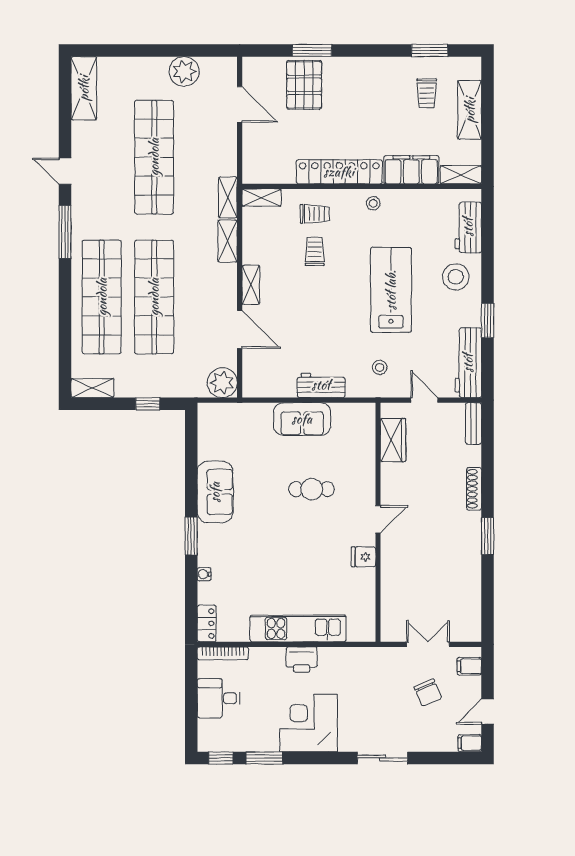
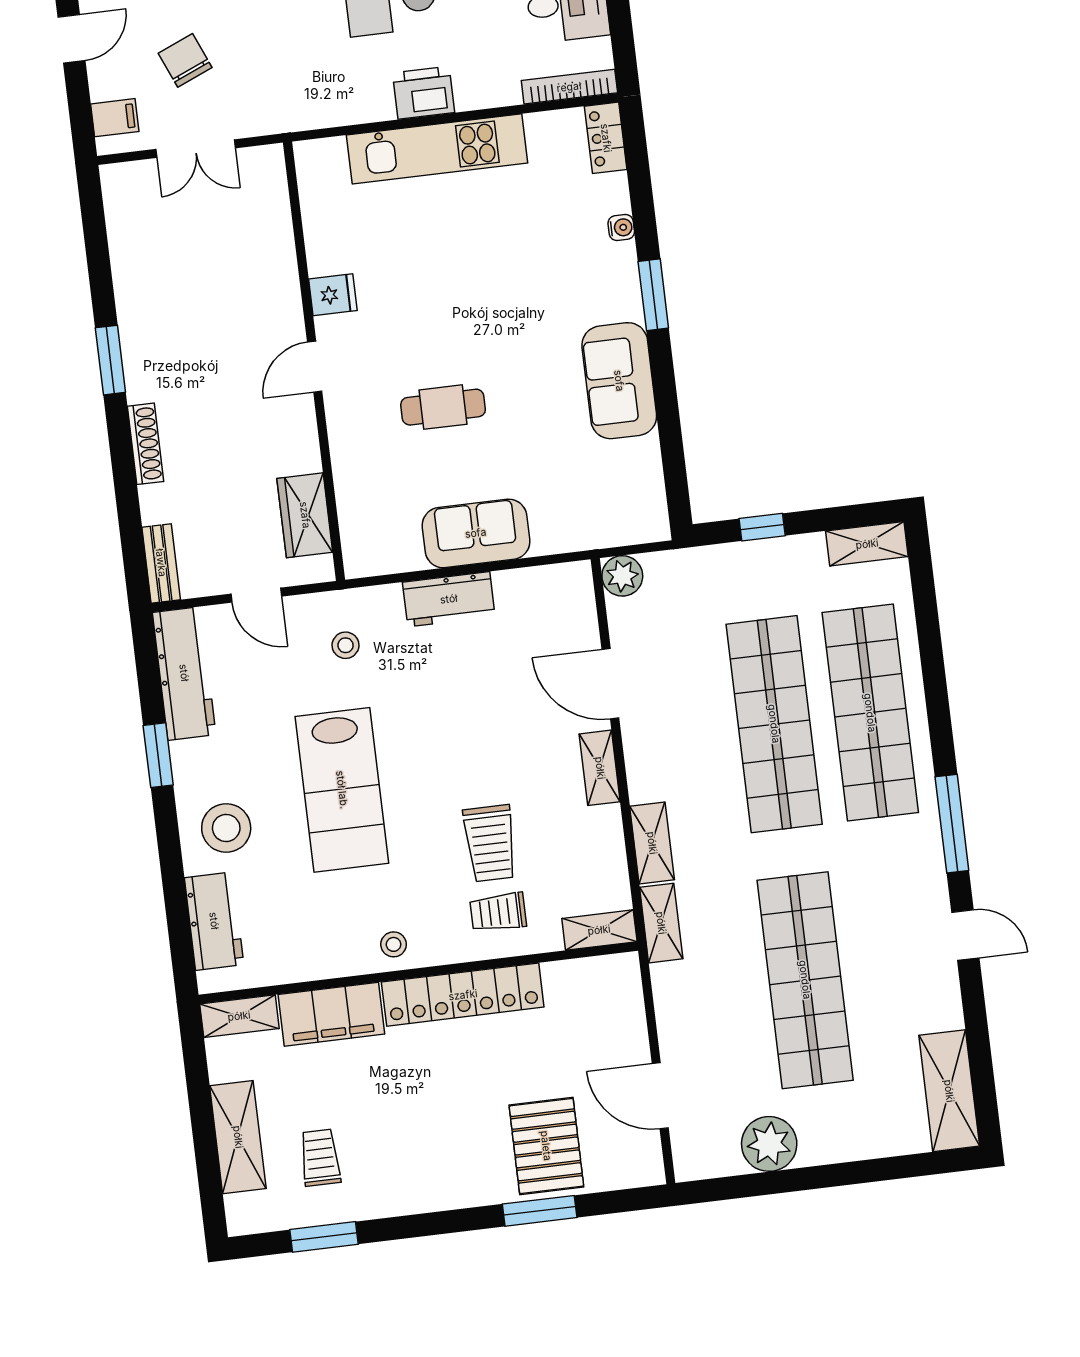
trolley: (315, 251) -> (490, 843), width x1.36, depth x1.39
plant: (222, 383) -> (622, 576), width x0.73, depth x0.73

